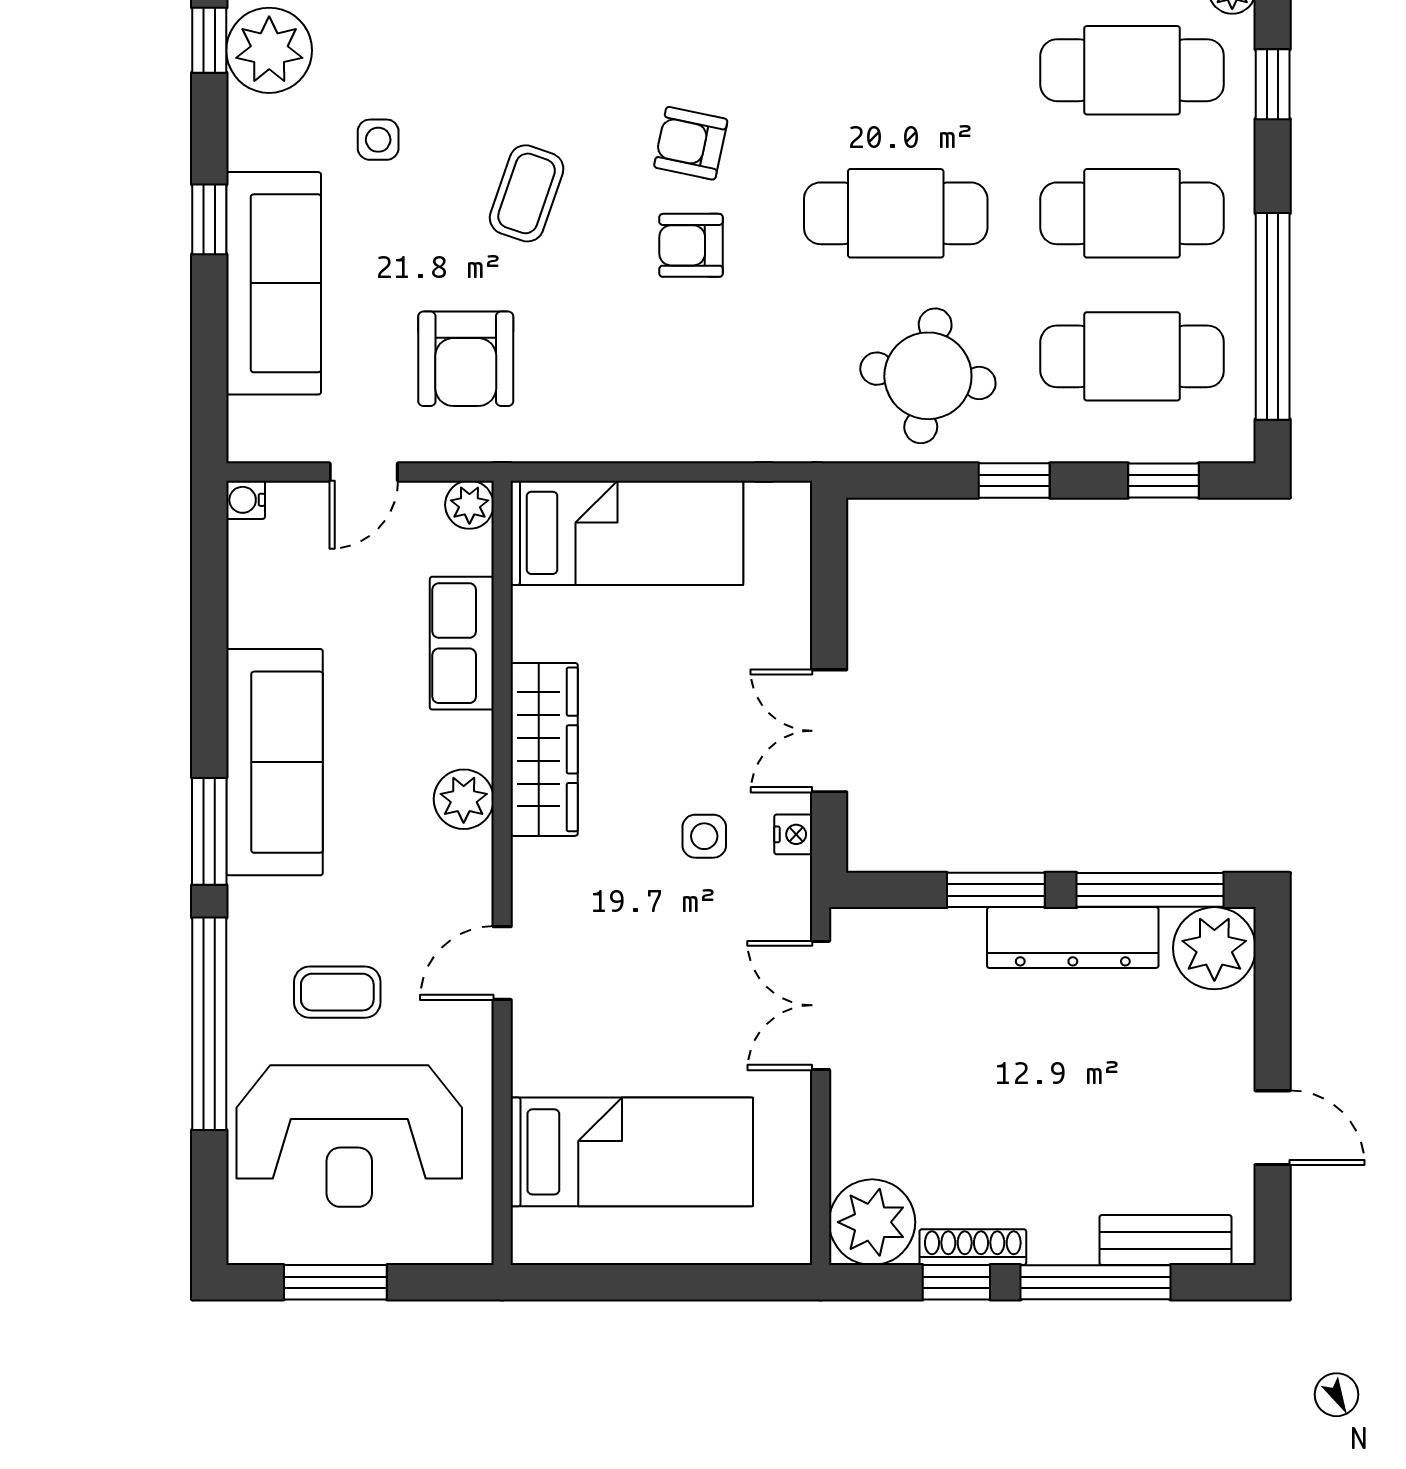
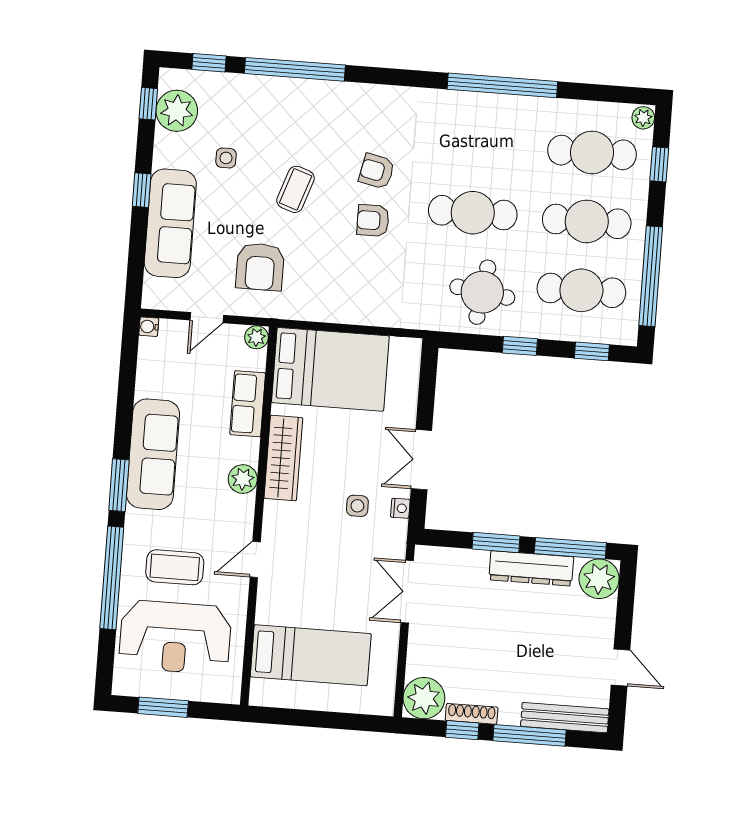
bed: (627, 533) -> (330, 369), width x1.50
coffee table: (337, 992) -> (175, 567), width x1.36, depth x1.30
bench: (1166, 1240) -> (565, 718), width x1.36

